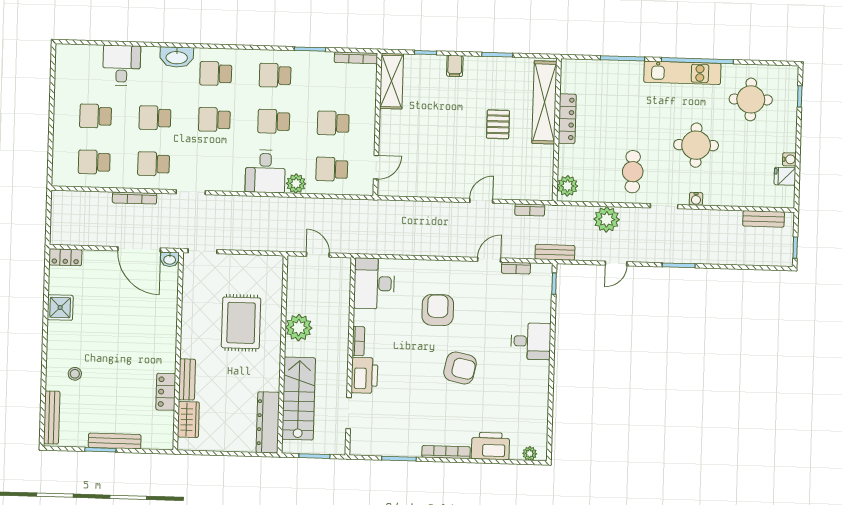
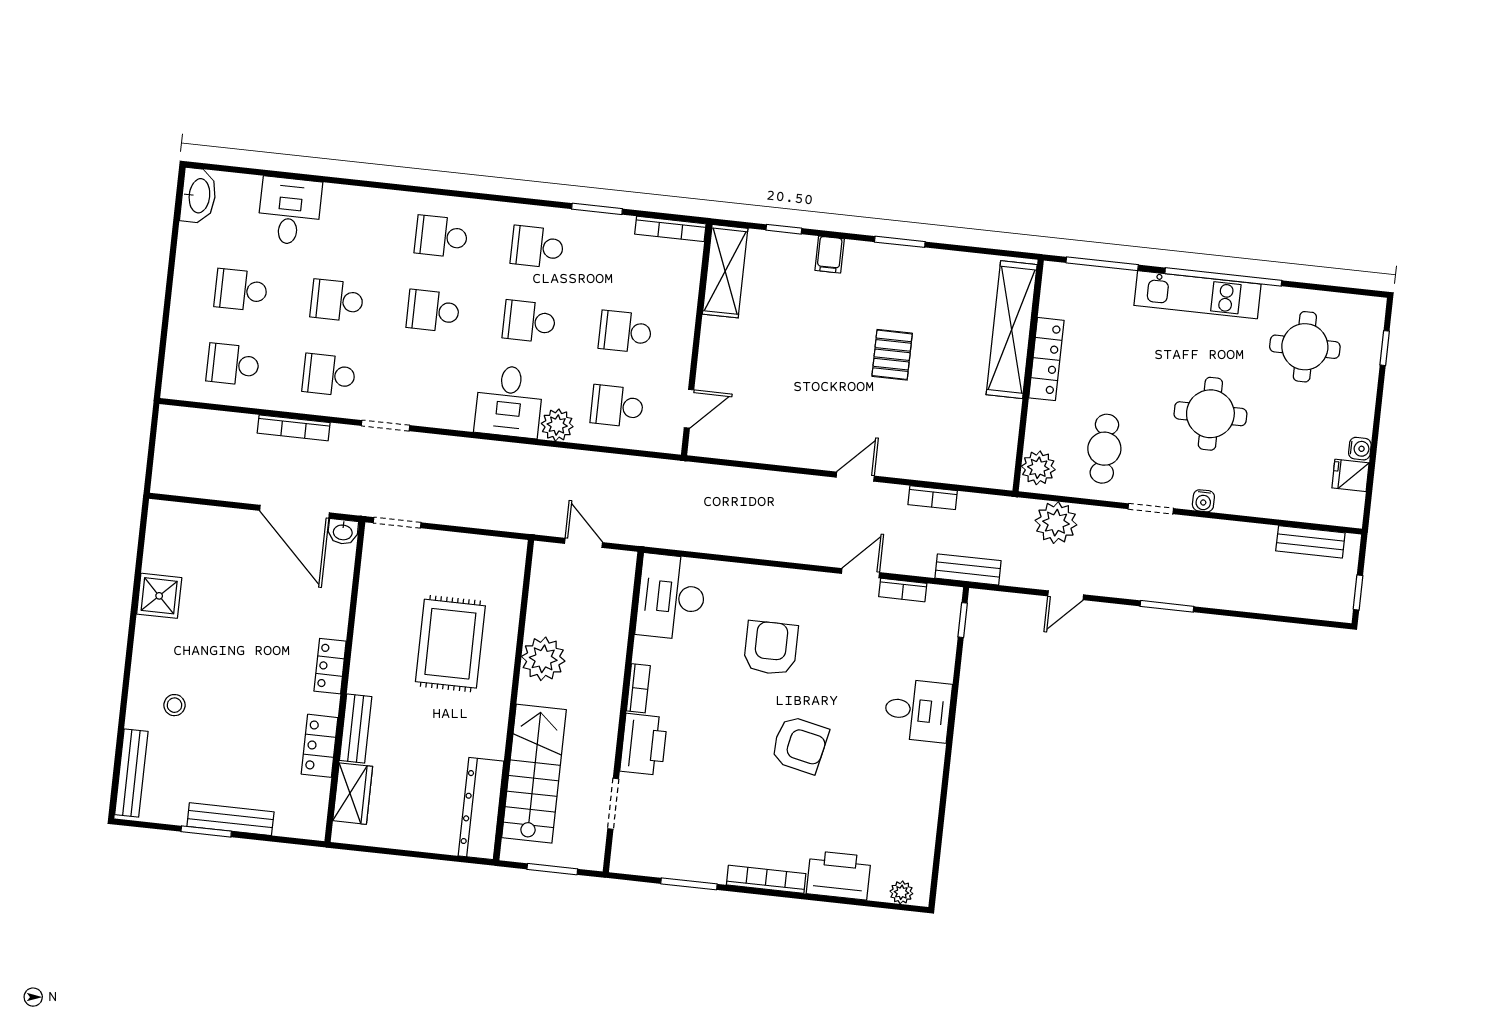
washbasin: (177, 57) -> (198, 196), moved, turned -90
shelving: (544, 102) -> (1012, 330), moved
locker: (567, 119) -> (1046, 359), moved
wall: (557, 130) -> (1028, 376), moved
plant: (567, 186) -> (1038, 468), moved
locker: (65, 257) -> (330, 666), moved, turned 90

